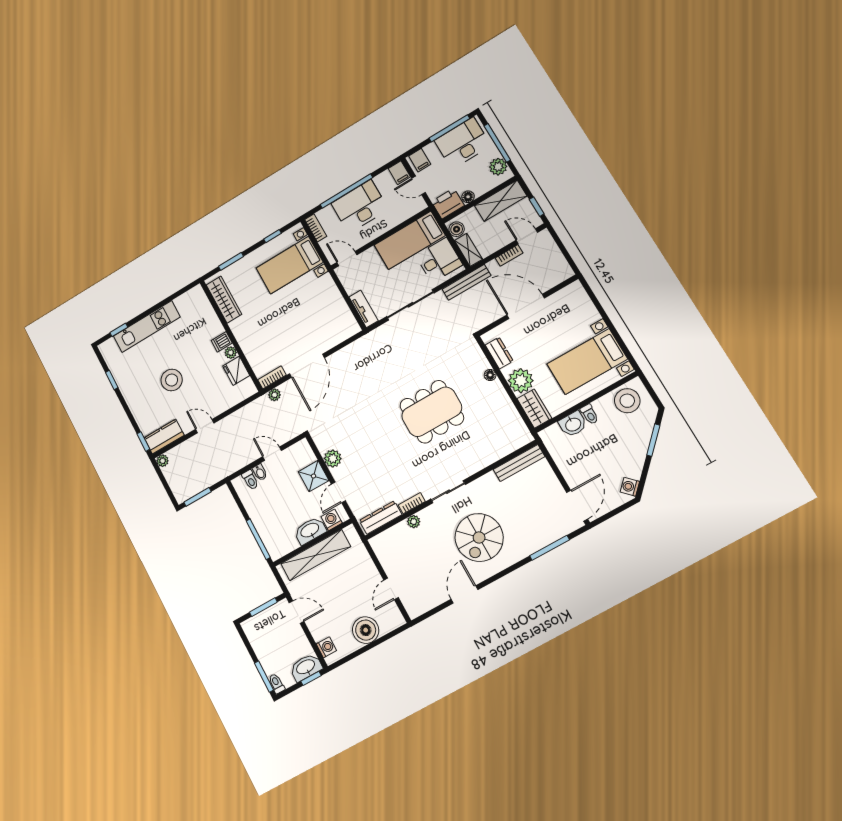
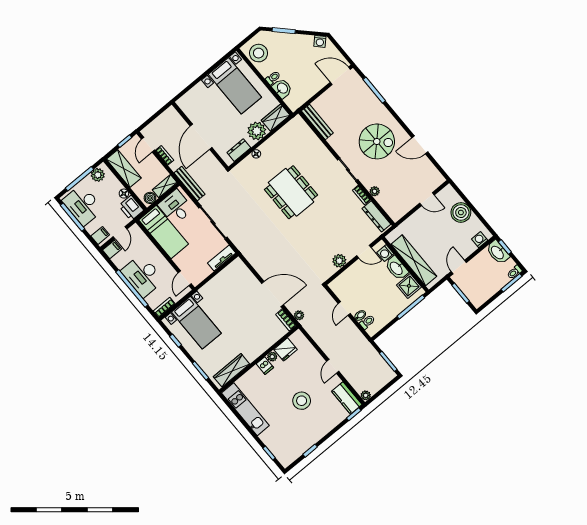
kitchen unit: (147, 327) -> (245, 409), moved
shower: (314, 476) -> (409, 286), moved

